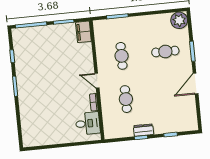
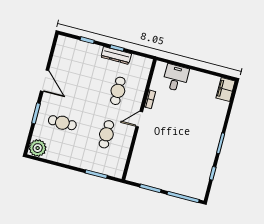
filing cabinet: (83, 32) -> (226, 89), moved, turned 180
door: (97, 81) -> (139, 119), swing flipped
door: (196, 84) -> (45, 81), hinge flipped
desk: (88, 123) -> (176, 78), moved, turned 90
dresser: (143, 130) -> (116, 55), width x1.44

